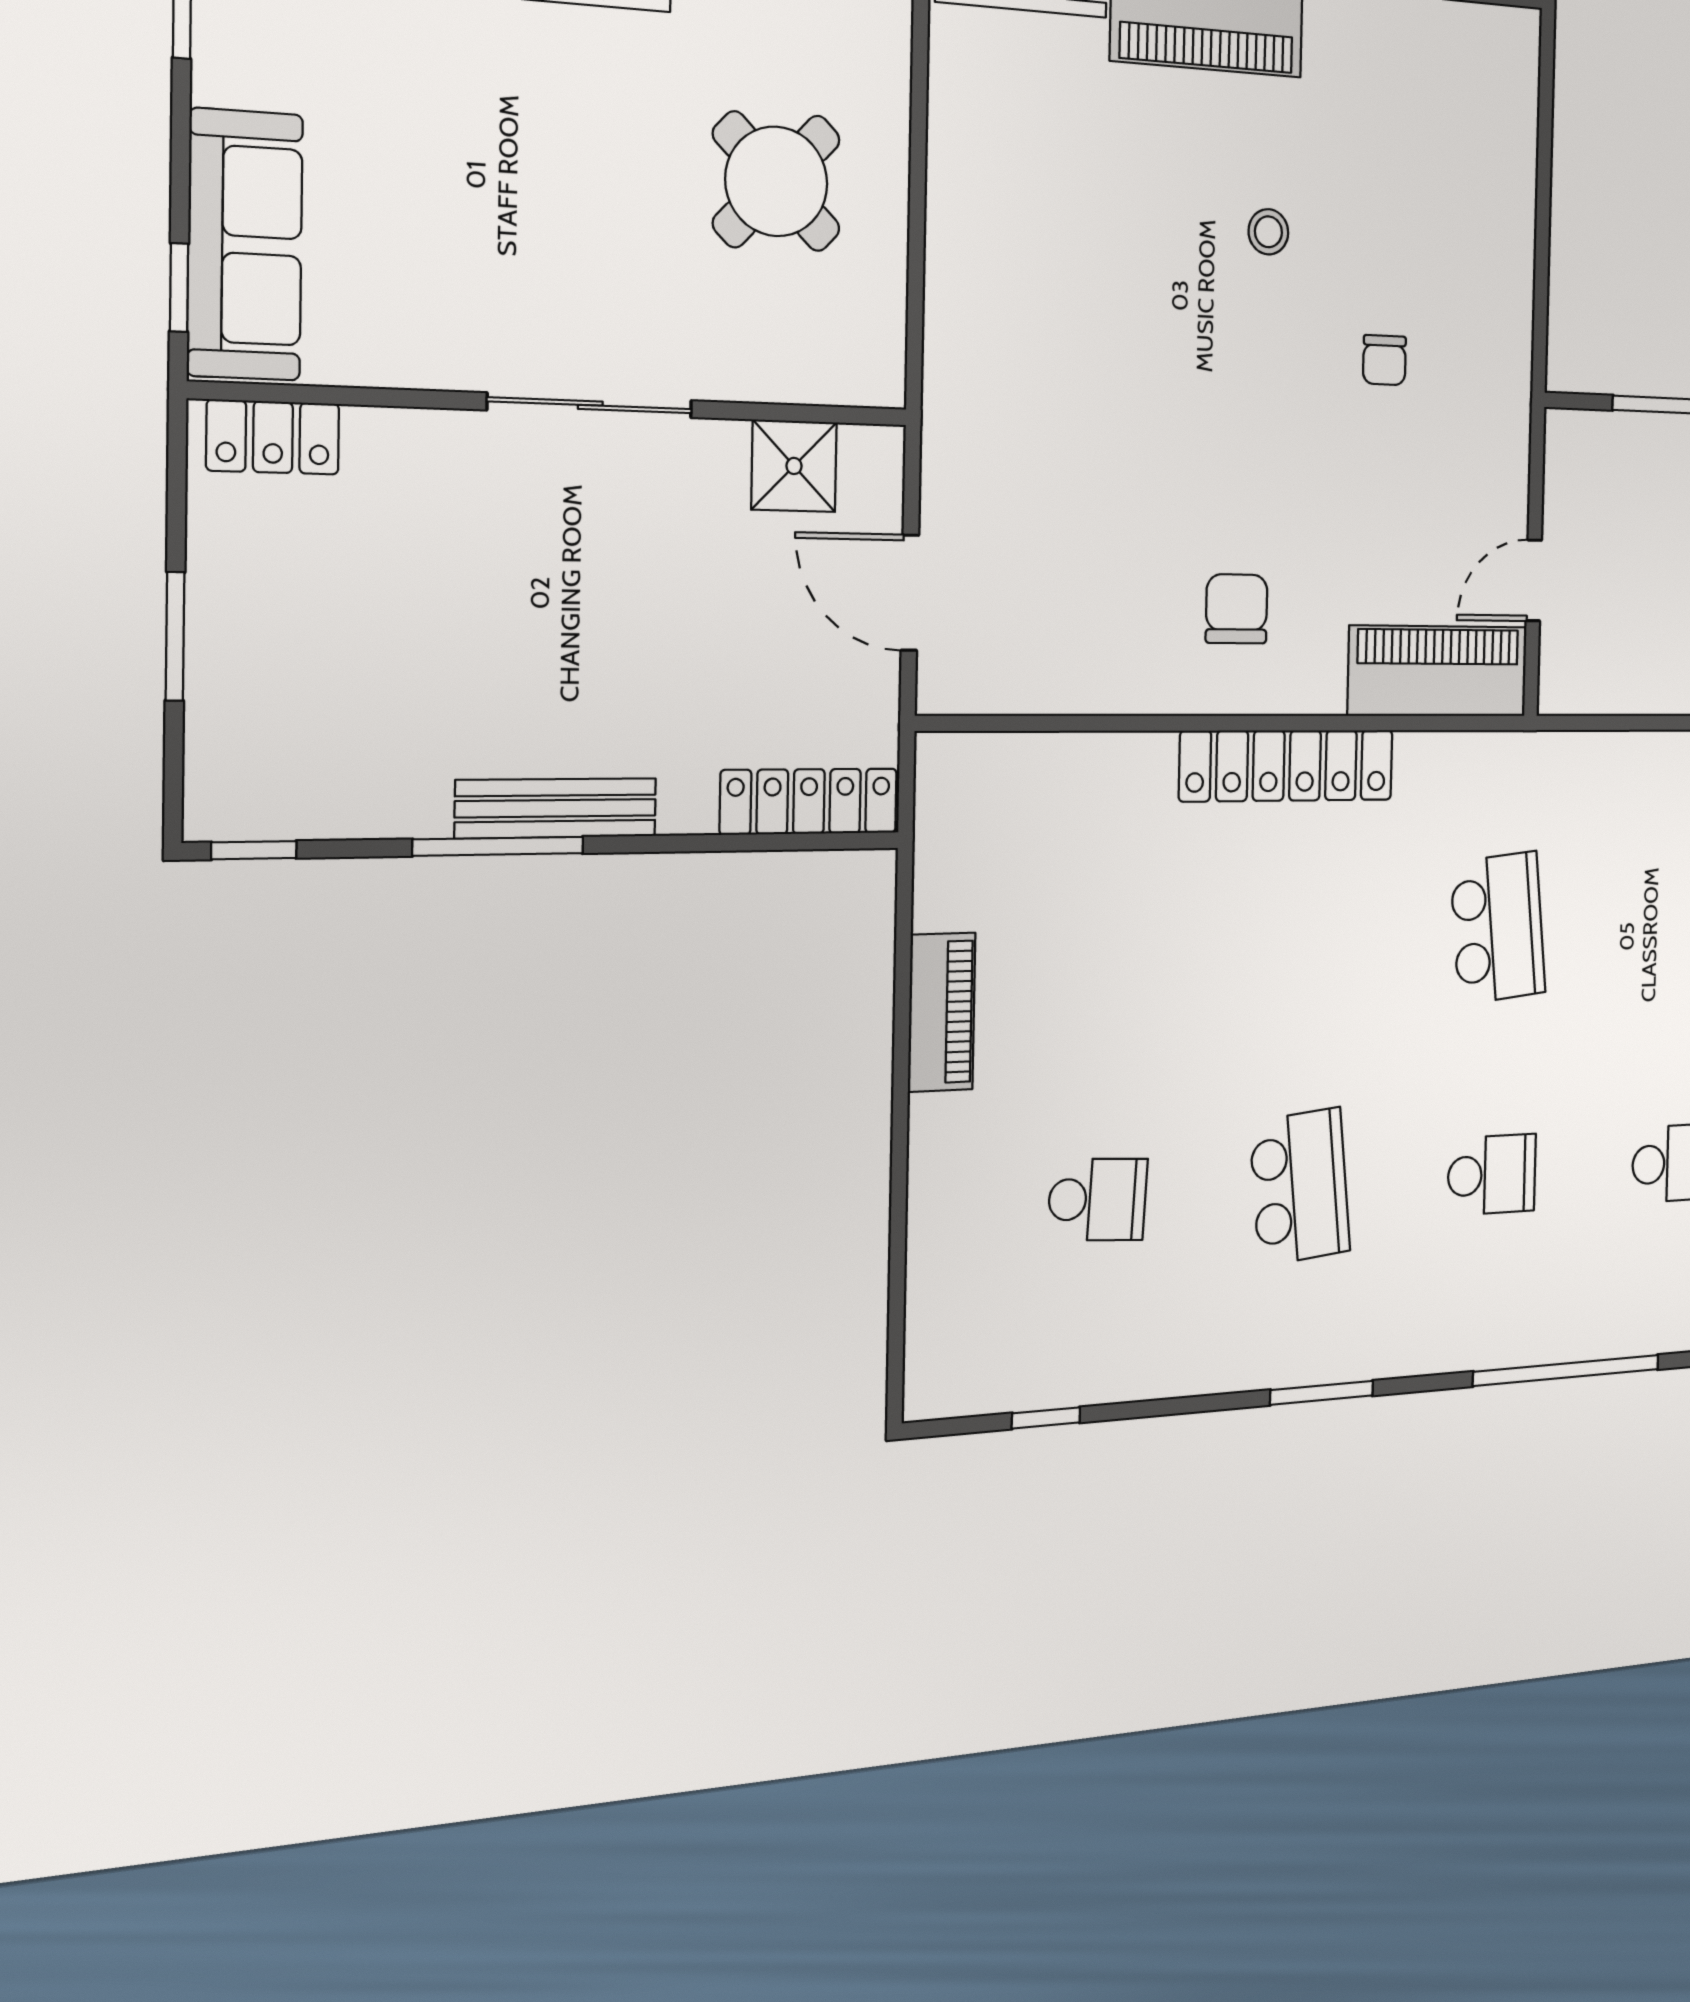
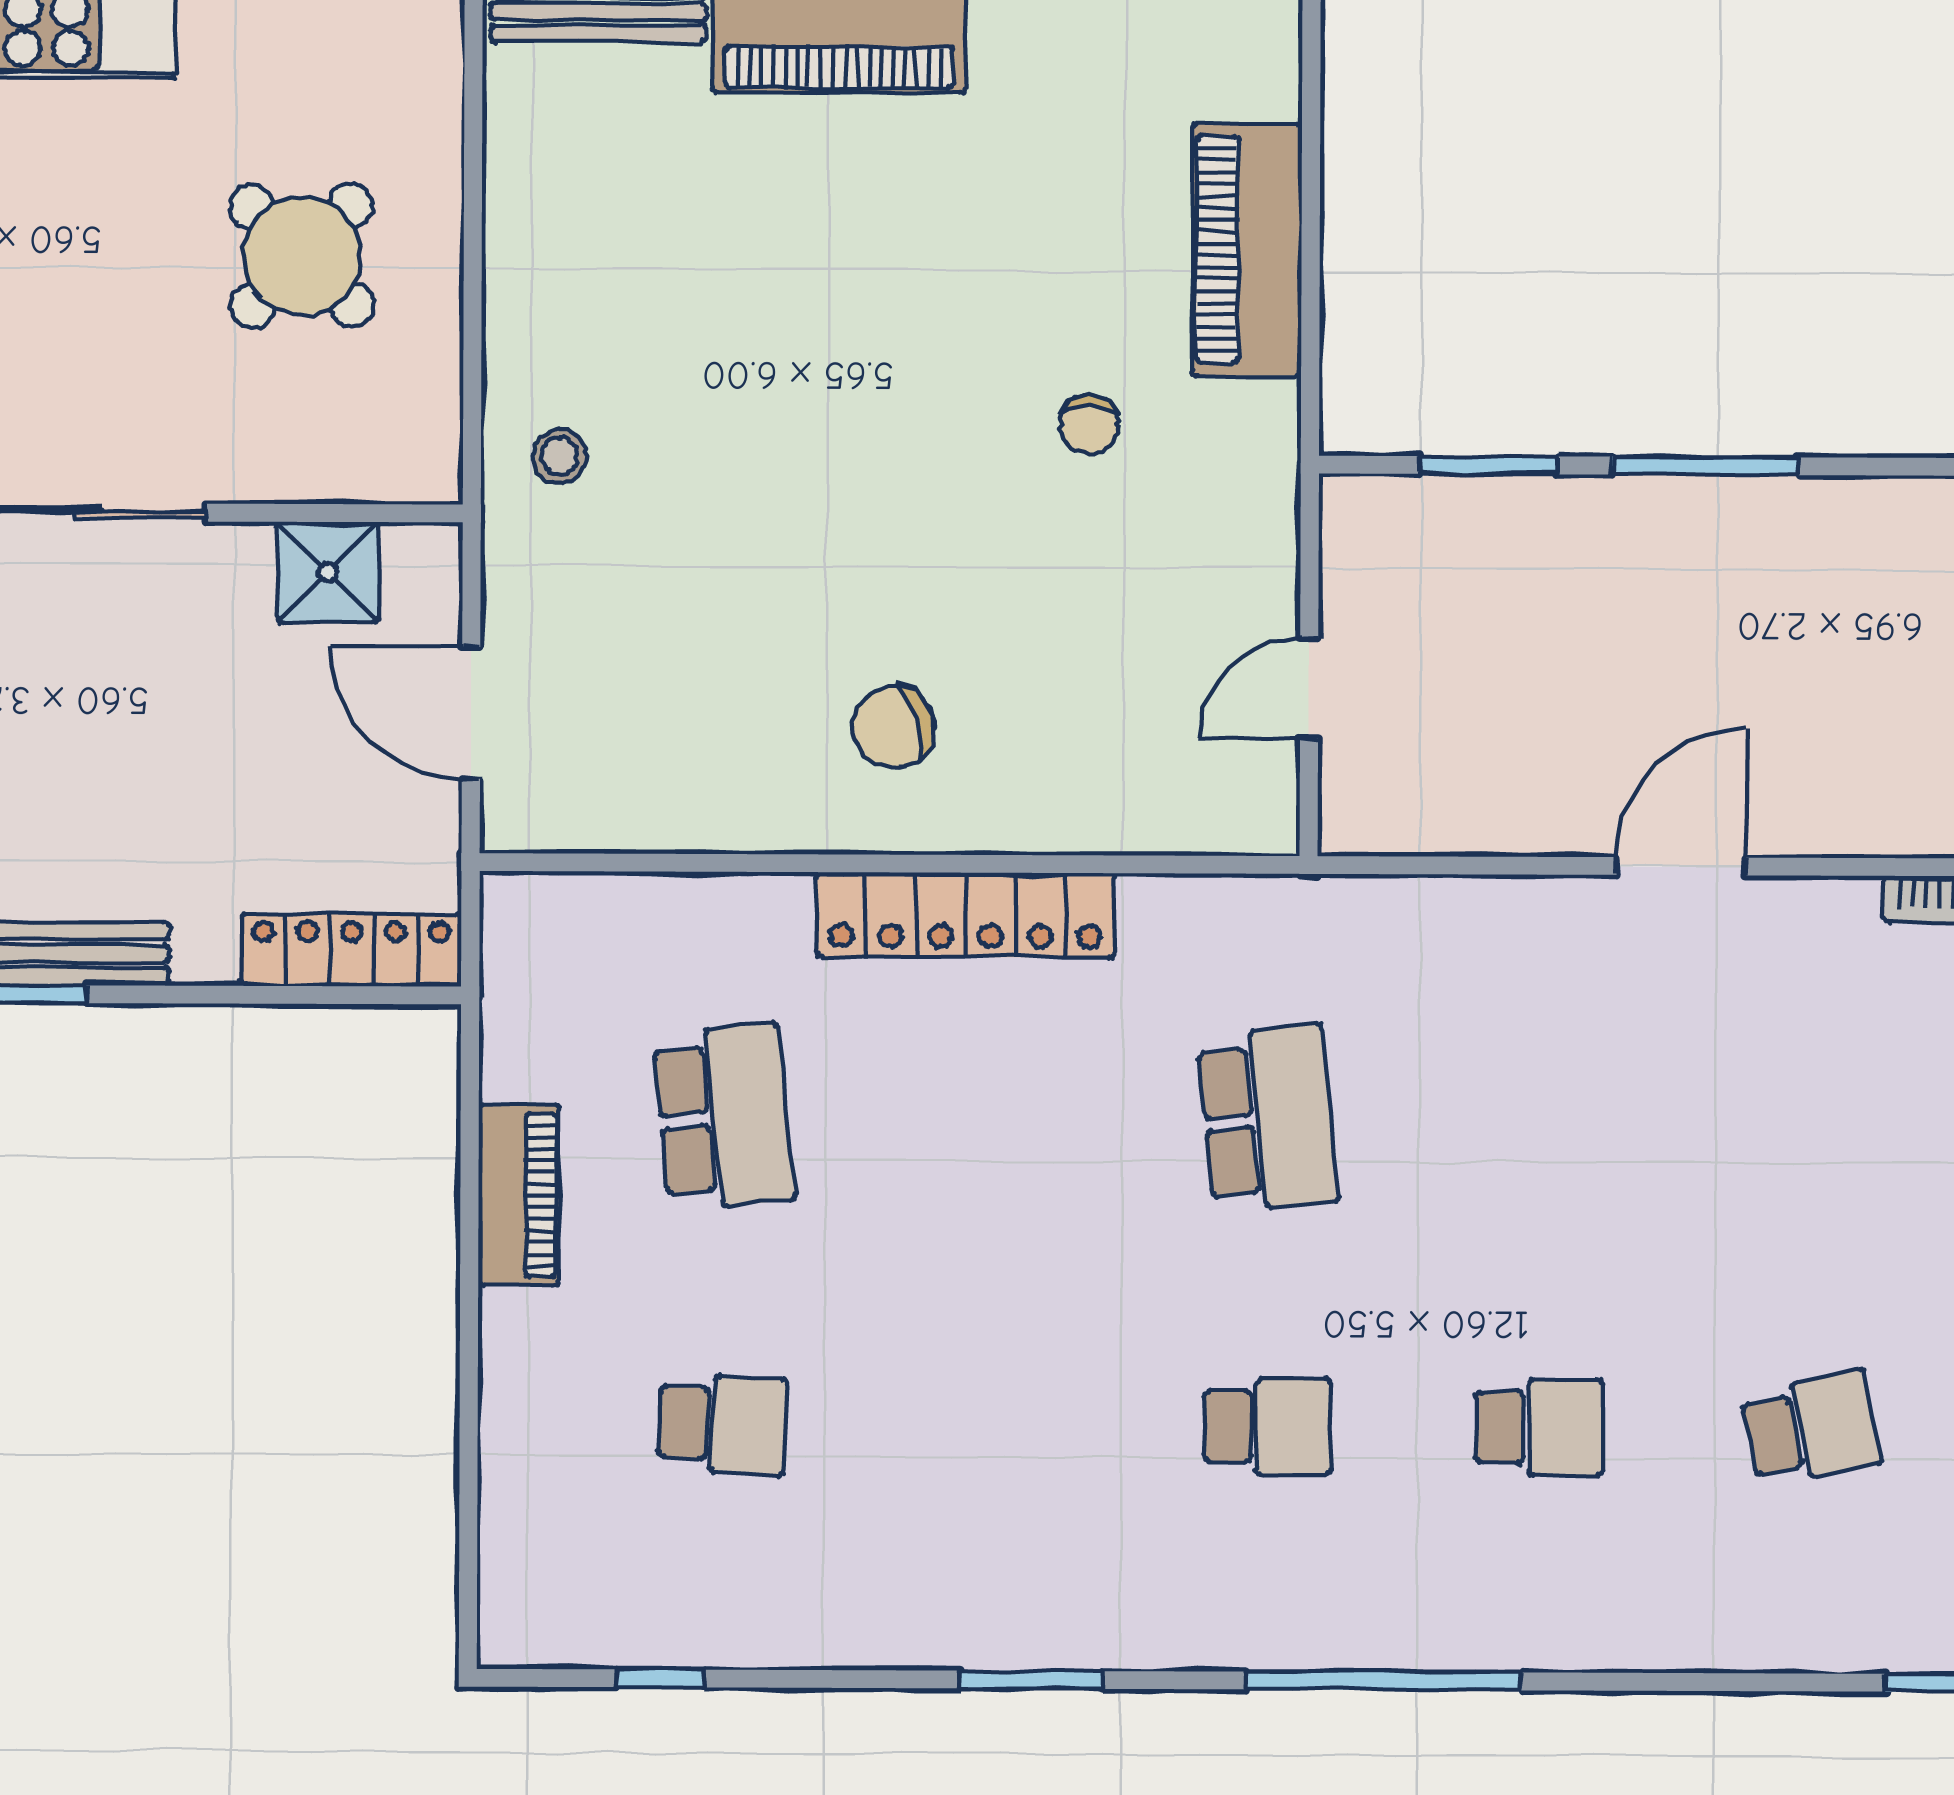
stool: (1268, 232) -> (560, 456), moved
chair: (1237, 609) -> (893, 727), turned -108
piano: (1438, 671) -> (1247, 250), moved, turned -90
school desk: (1300, 1187) -> (724, 1117), moved

